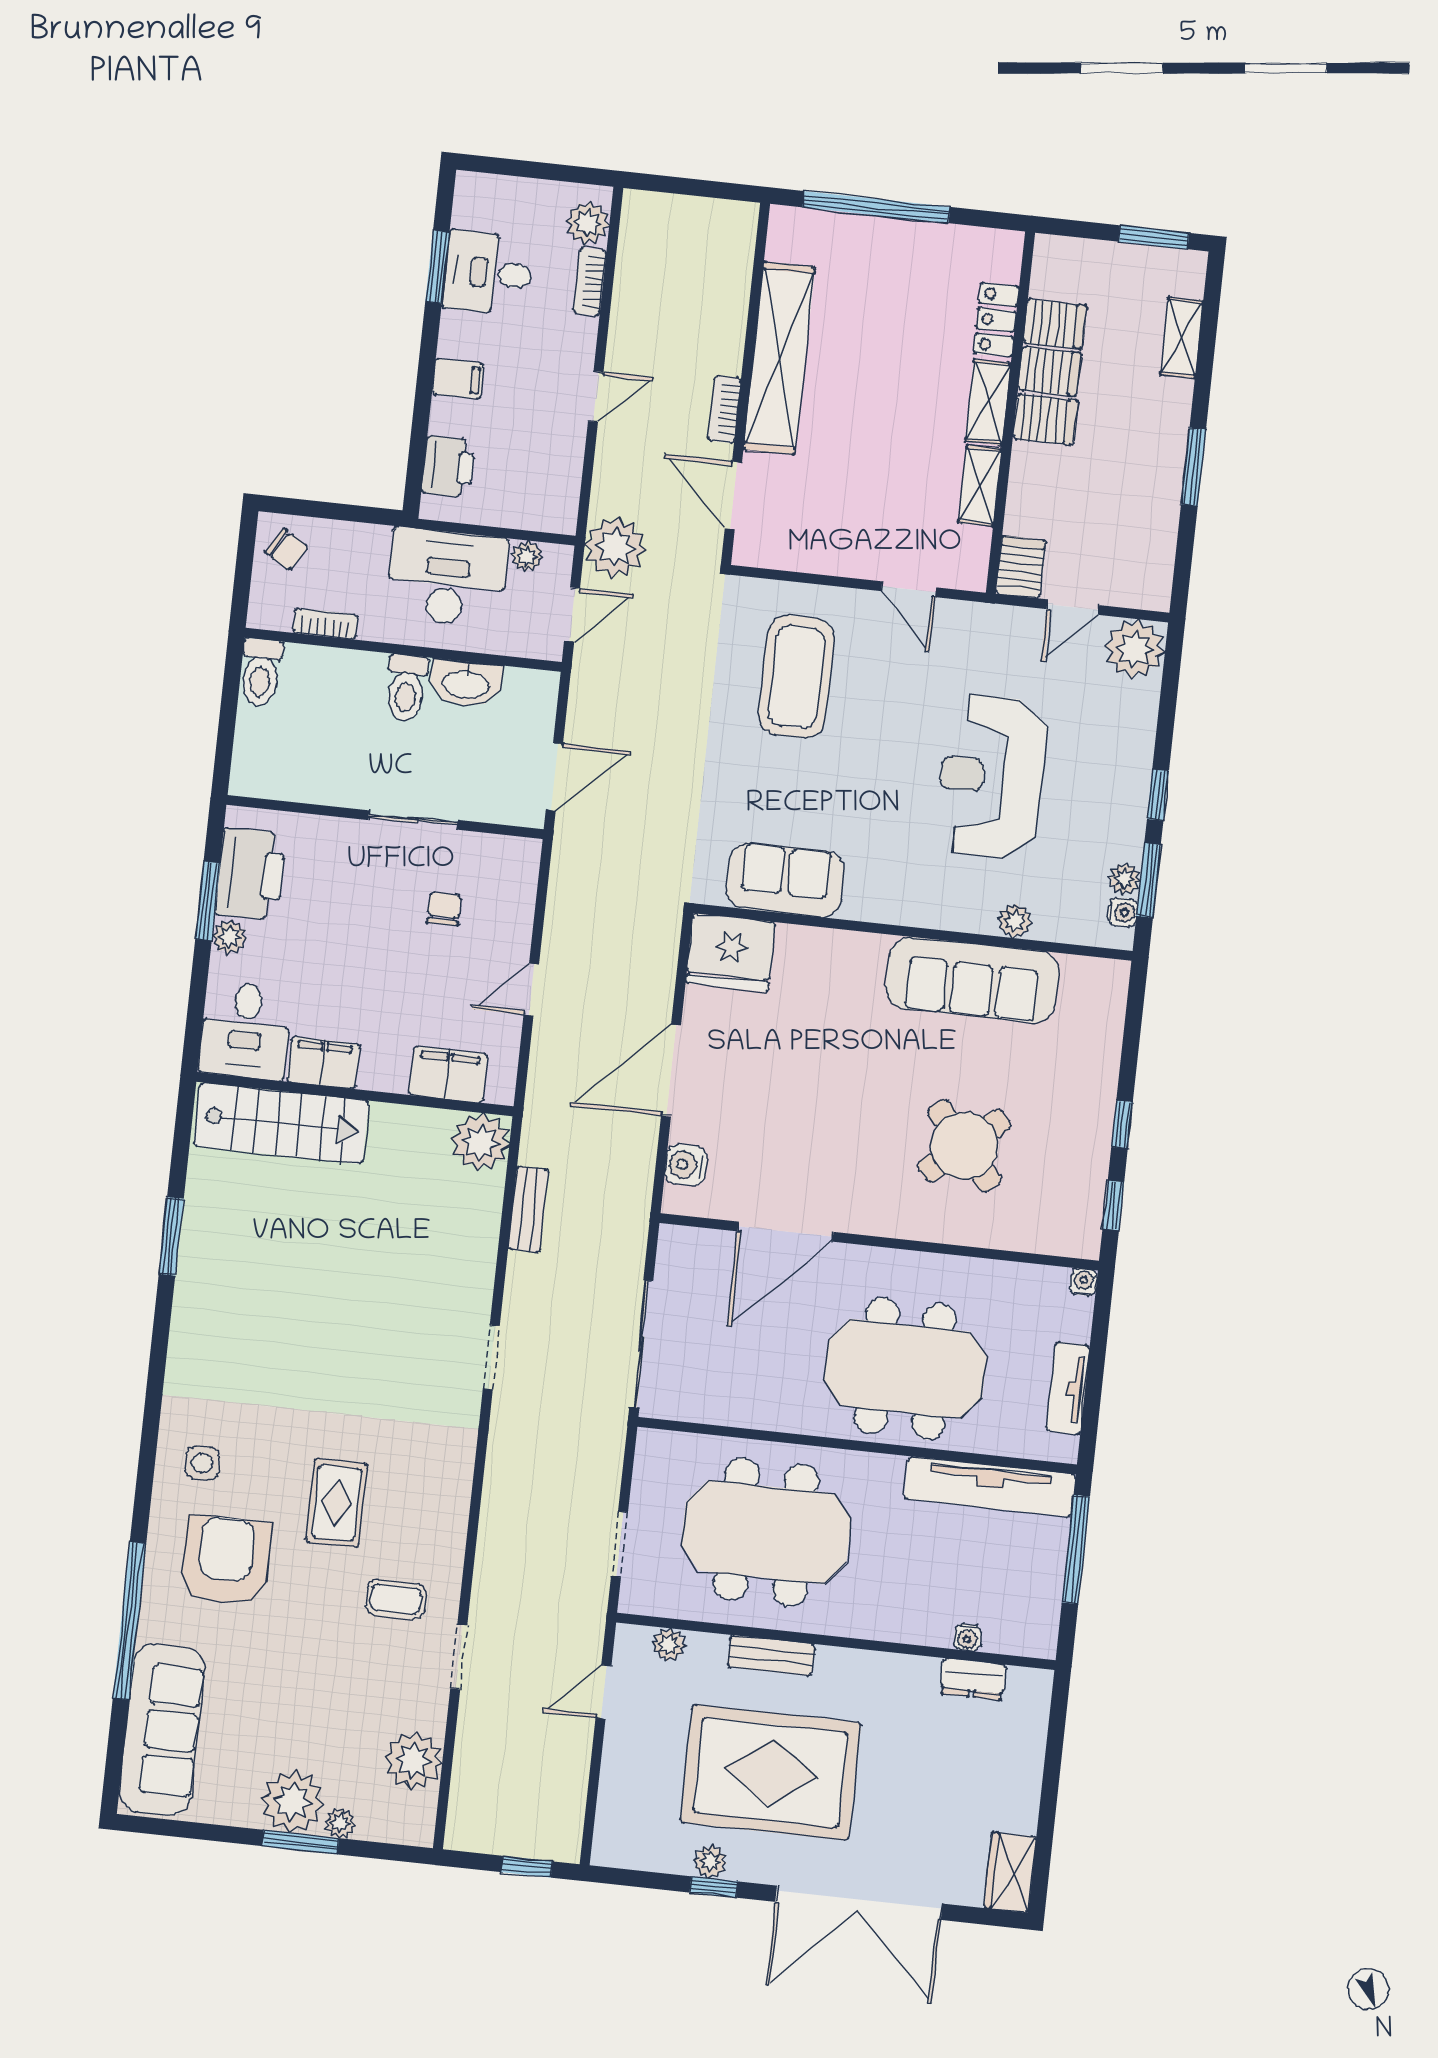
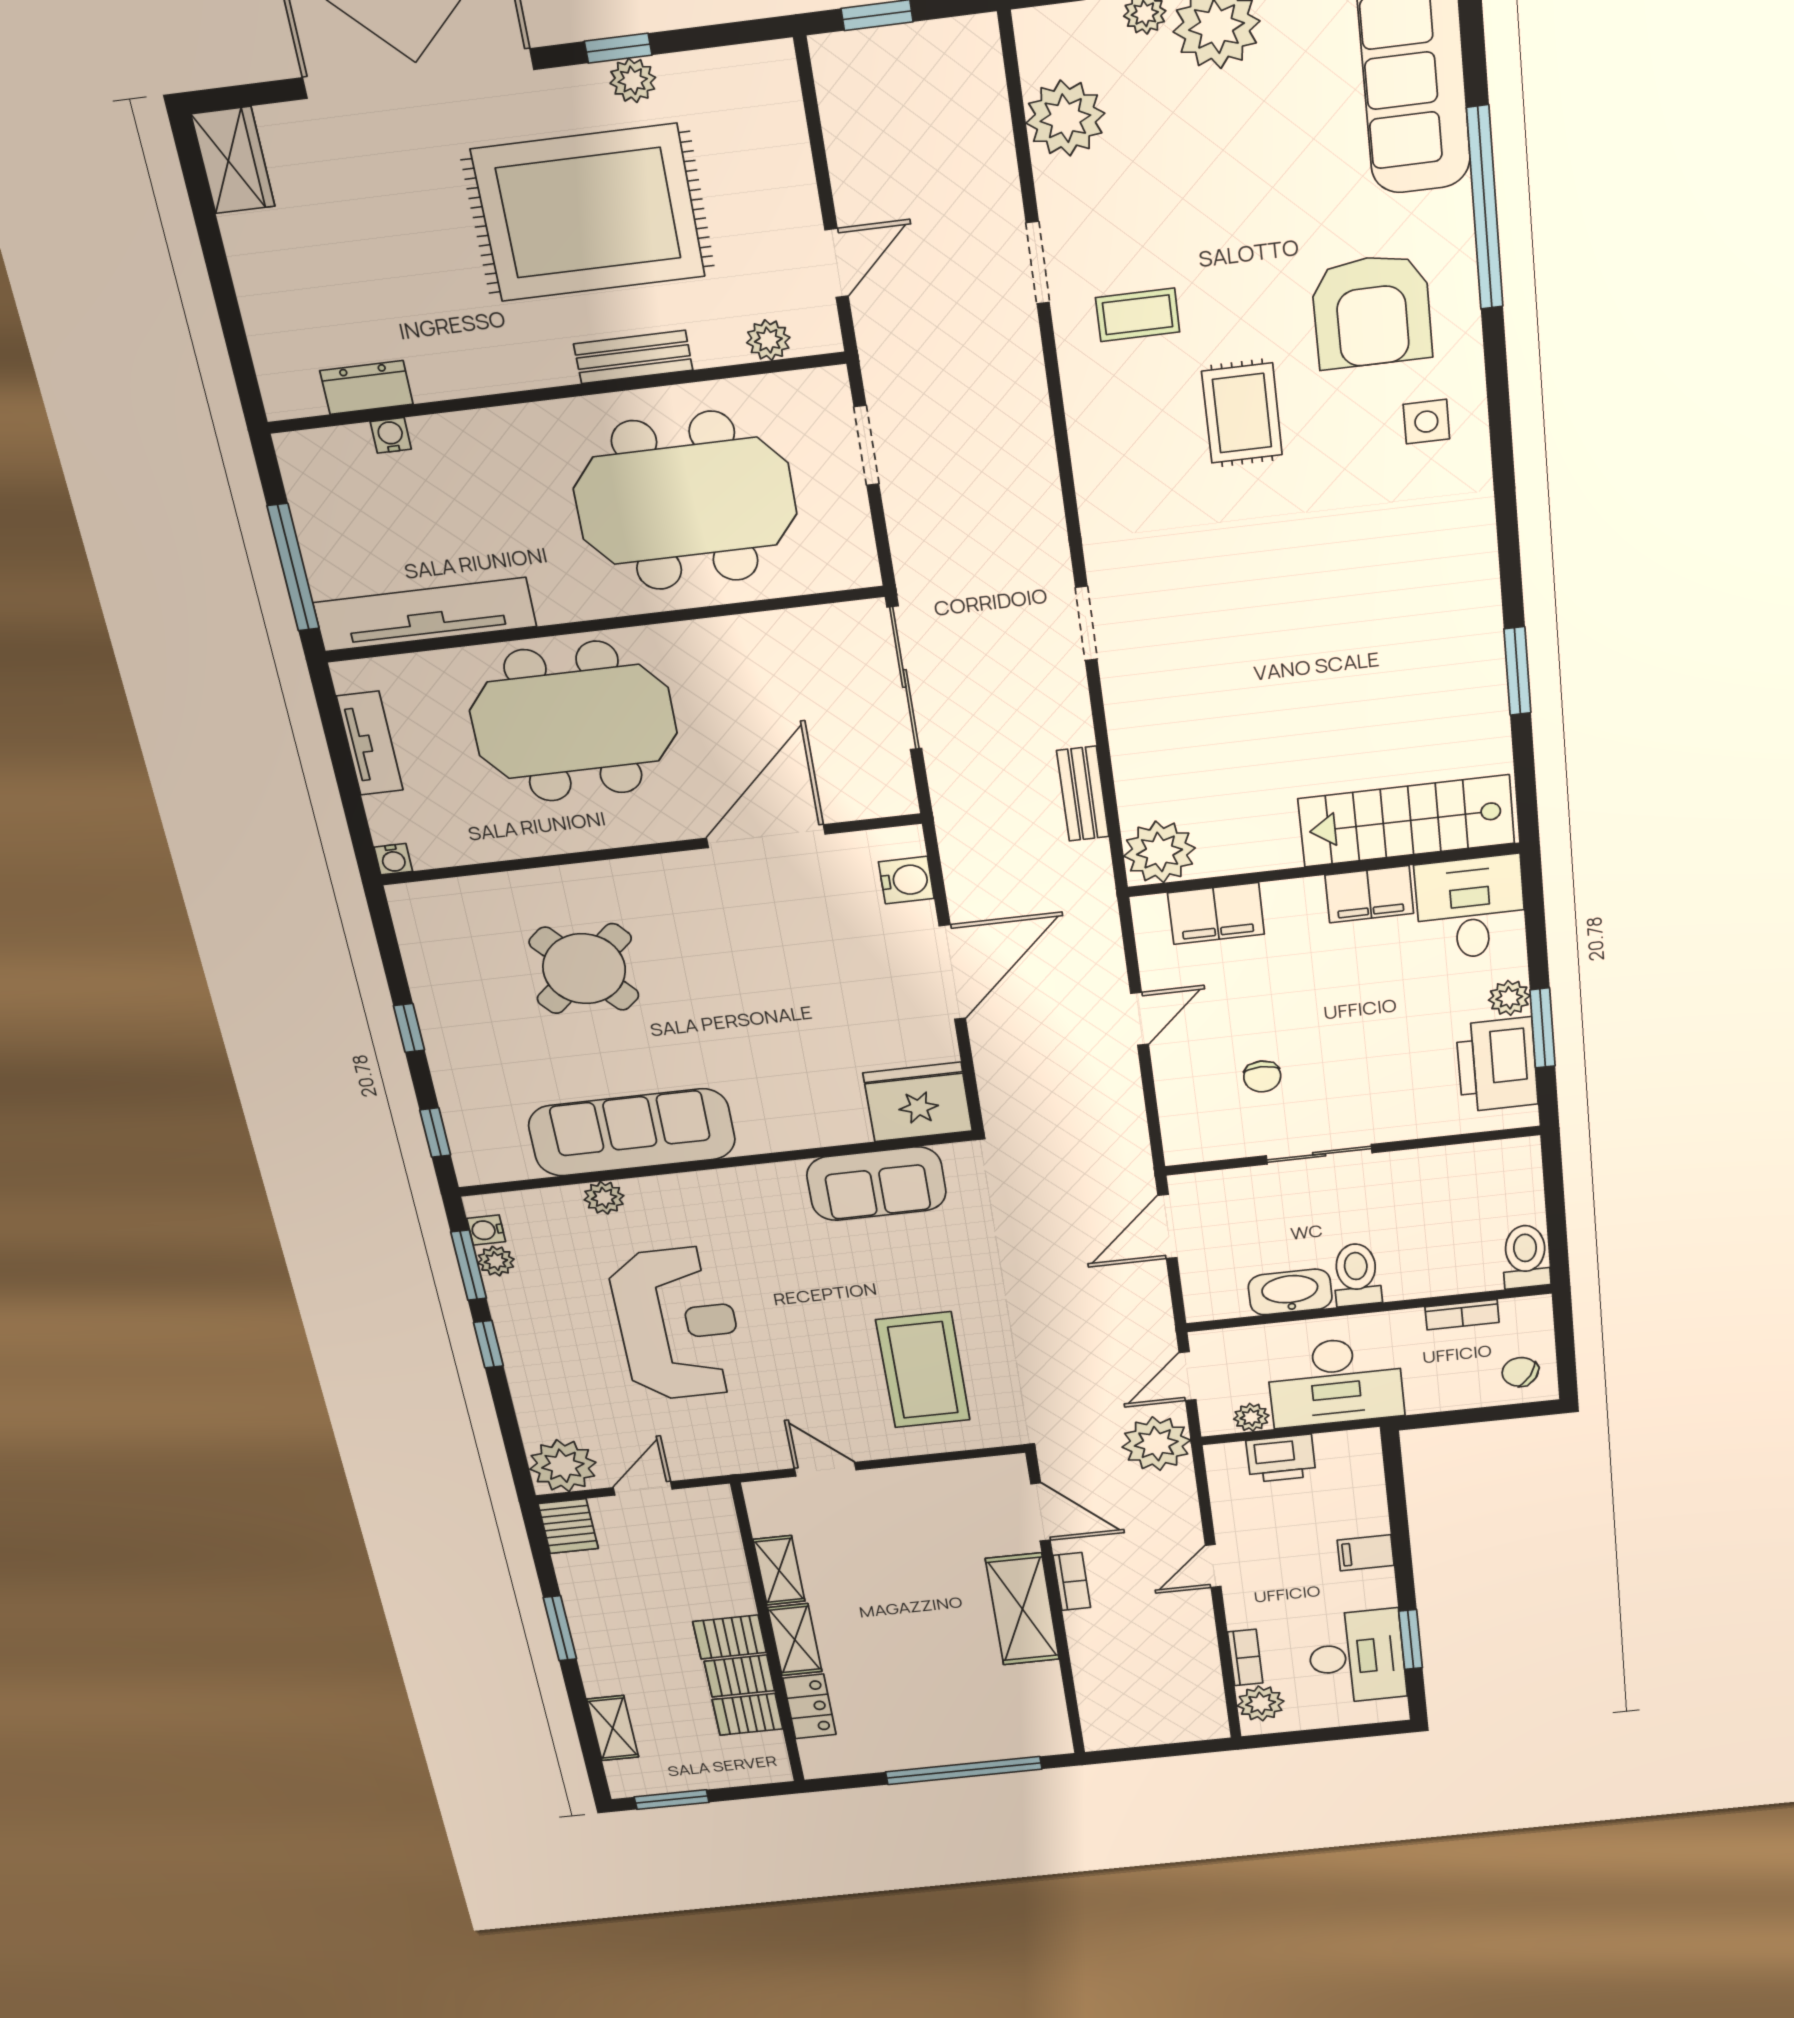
desk: (488, 273) -> (1357, 1657), width x1.37
shelving: (779, 358) -> (1022, 1609), width x0.68
printer: (448, 467) -> (1281, 1458), moved, turned -90
server rack: (1021, 567) -> (568, 1526), moved
window: (1113, 1205) -> (435, 1133), moved

